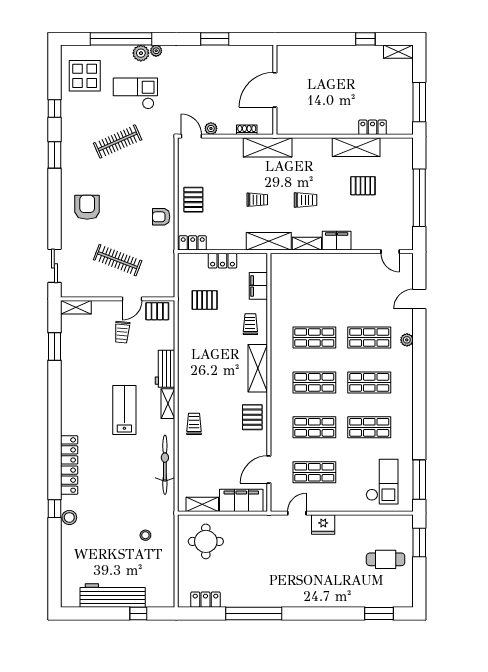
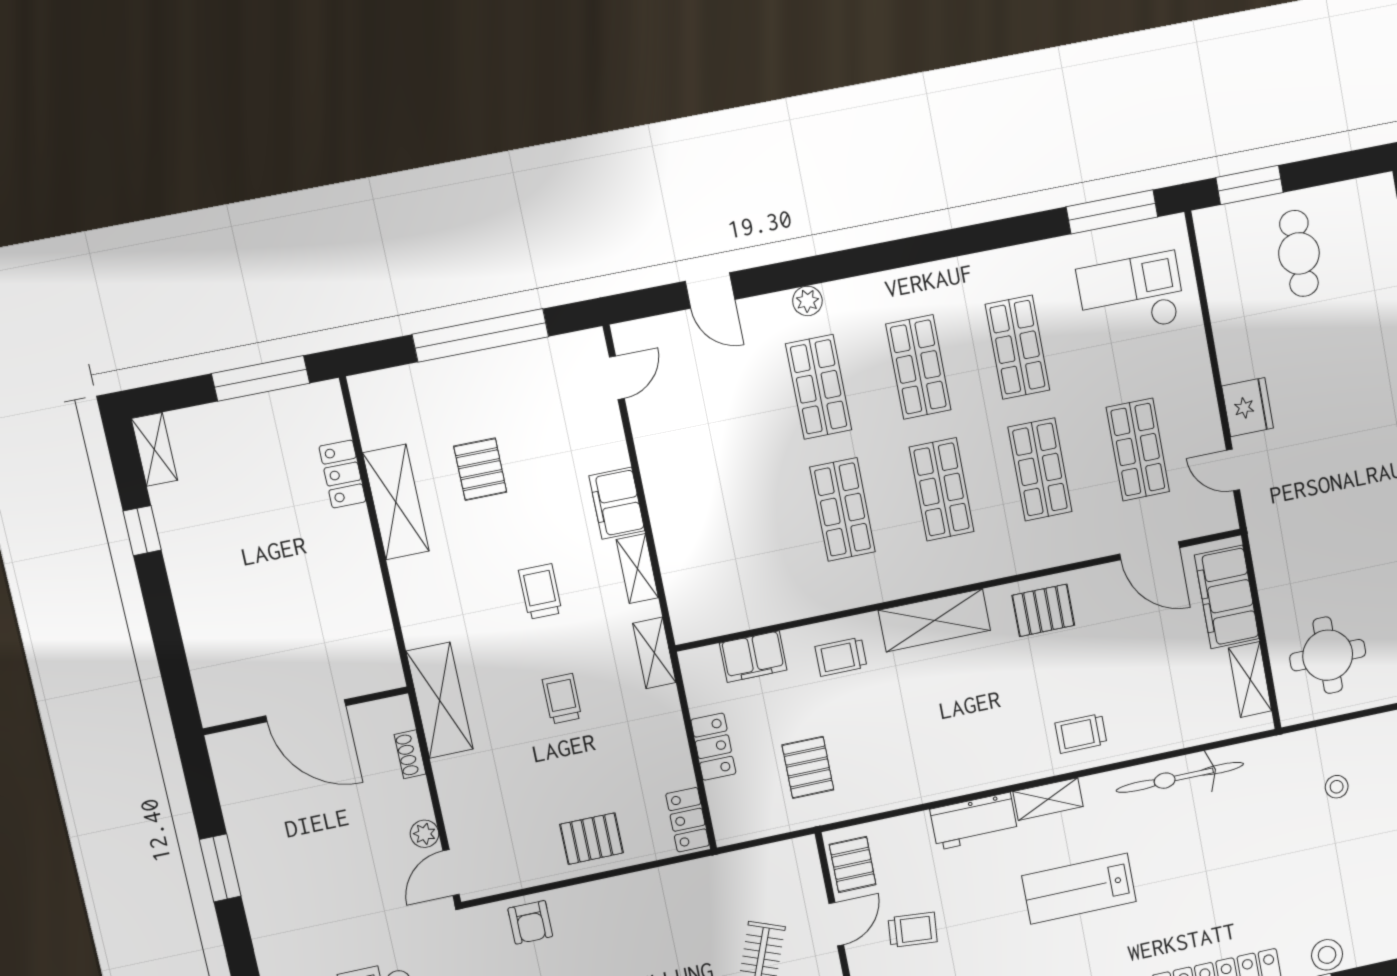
armchair: (161, 217) -> (530, 922), moved
shelving: (269, 241) -> (654, 653), width x0.67, depth x0.75
door: (132, 299) -> (836, 924), hinge flipped

